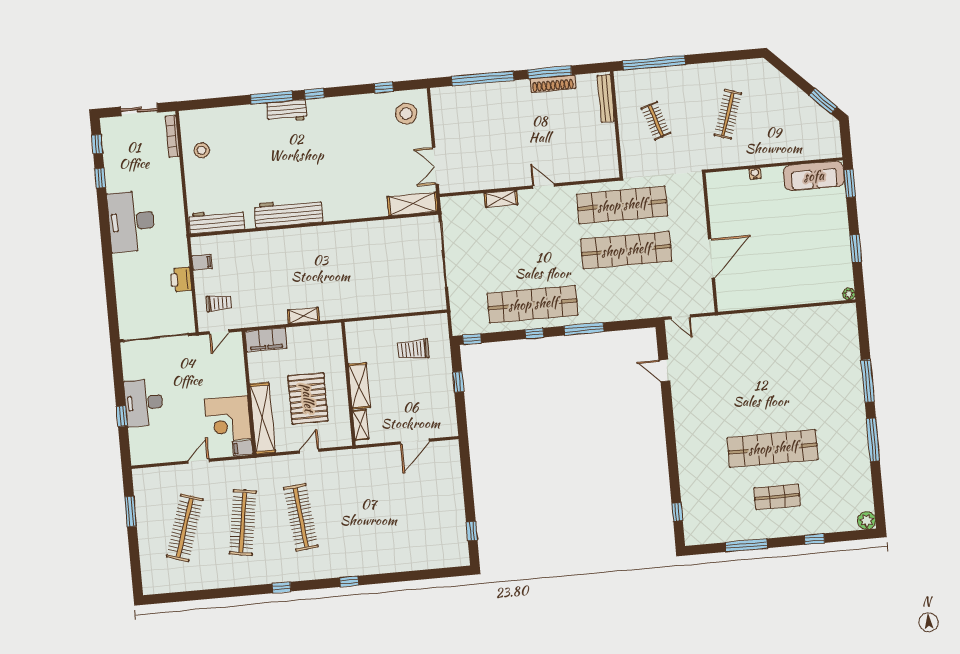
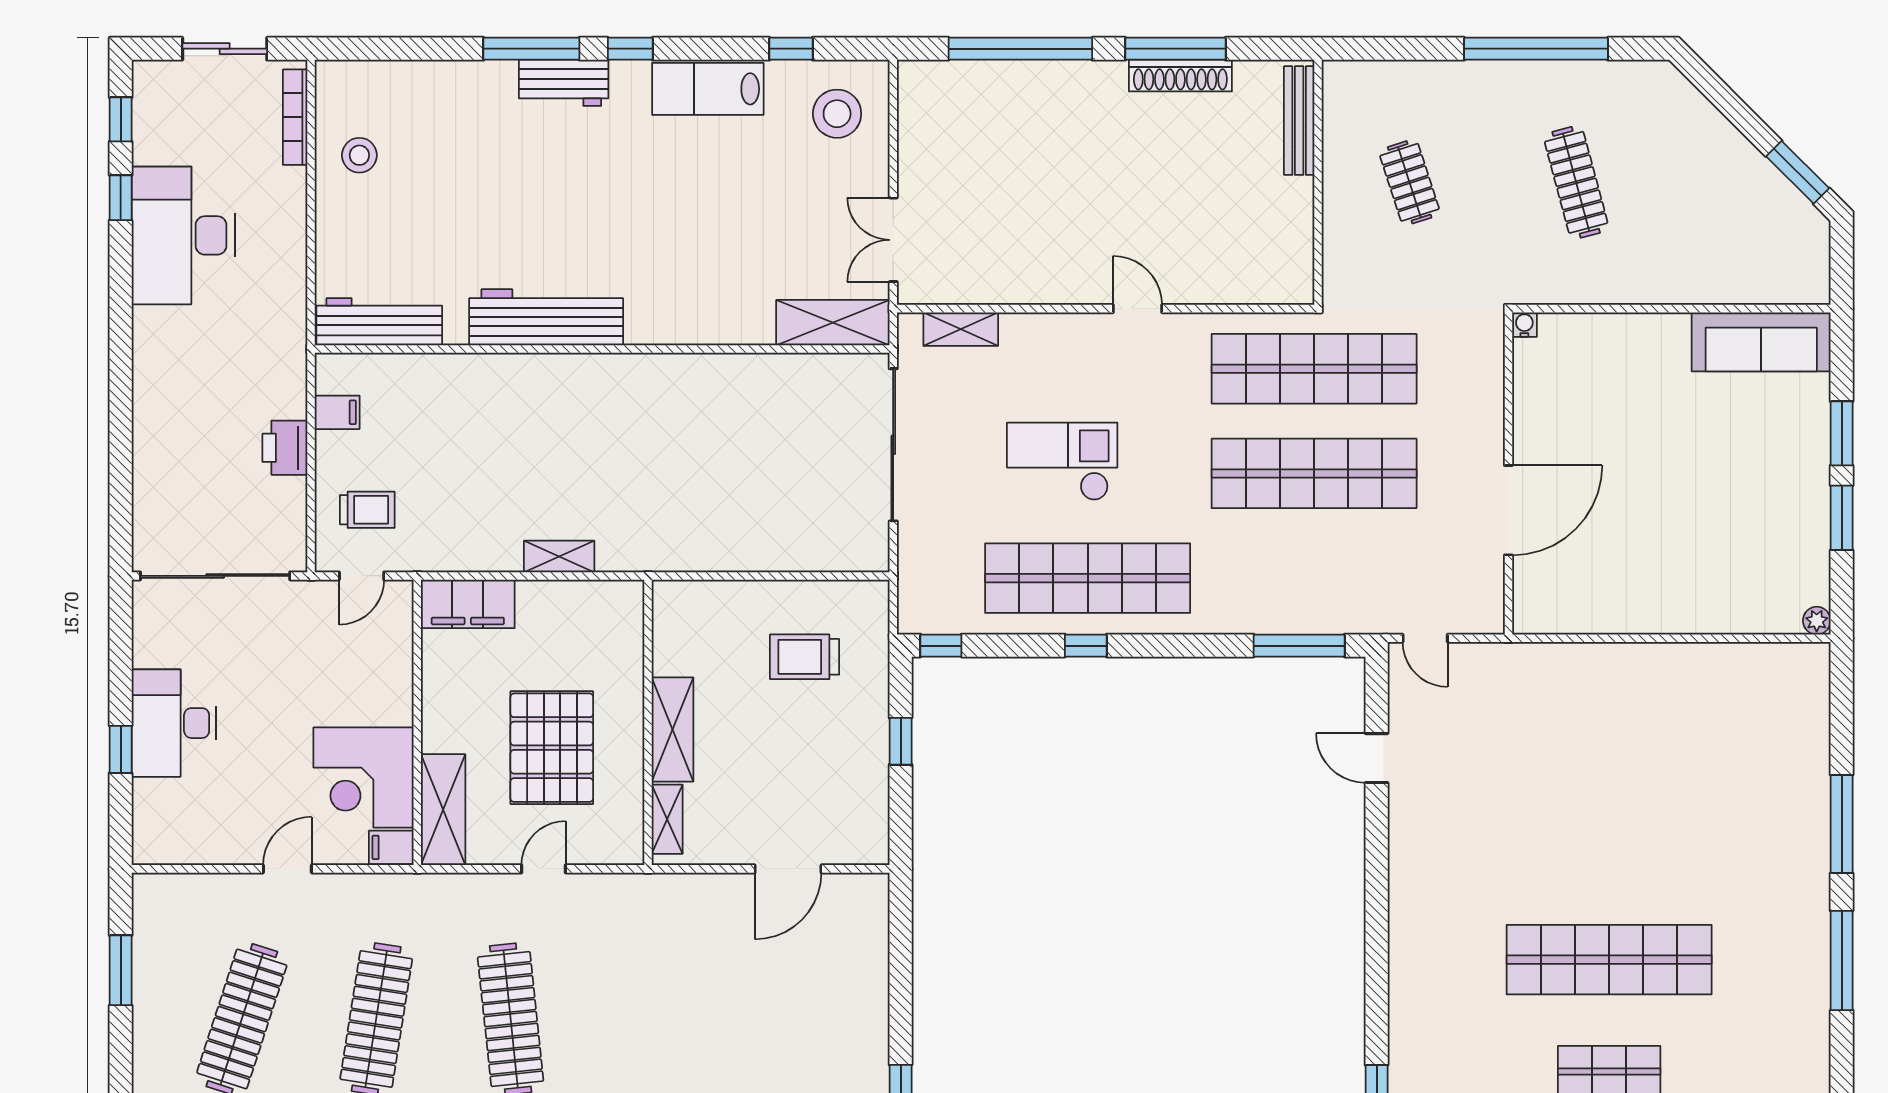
window: (654, 63) -> (1536, 49), moved
lab bench: (349, 108) -> (708, 89), added
clothes rail: (728, 114) -> (1576, 182), turned -33
water cooler: (755, 174) -> (1524, 325), moved
window: (850, 183) -> (1842, 433), moved
shelving: (501, 199) -> (961, 329), moved
desk: (131, 221) -> (183, 235), moved
checkout: (517, 255) -> (1062, 461), added
window: (584, 329) -> (1299, 646), moved
shelving: (262, 418) -> (443, 810), width x0.68

